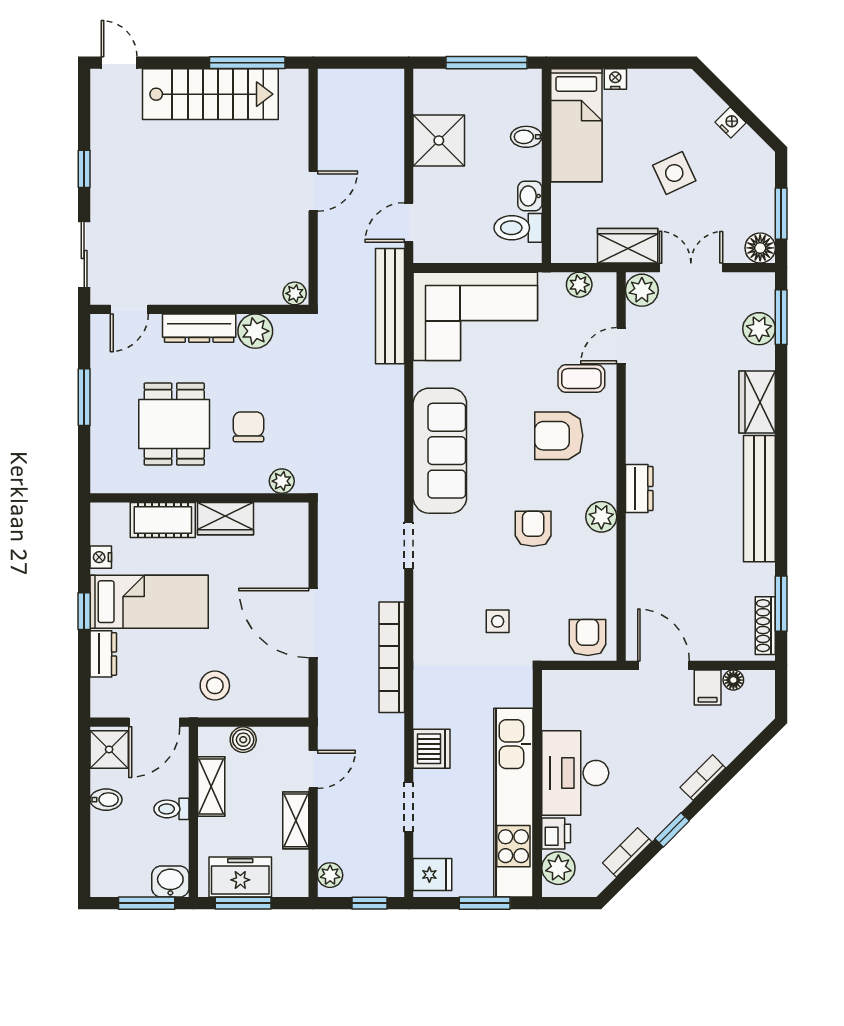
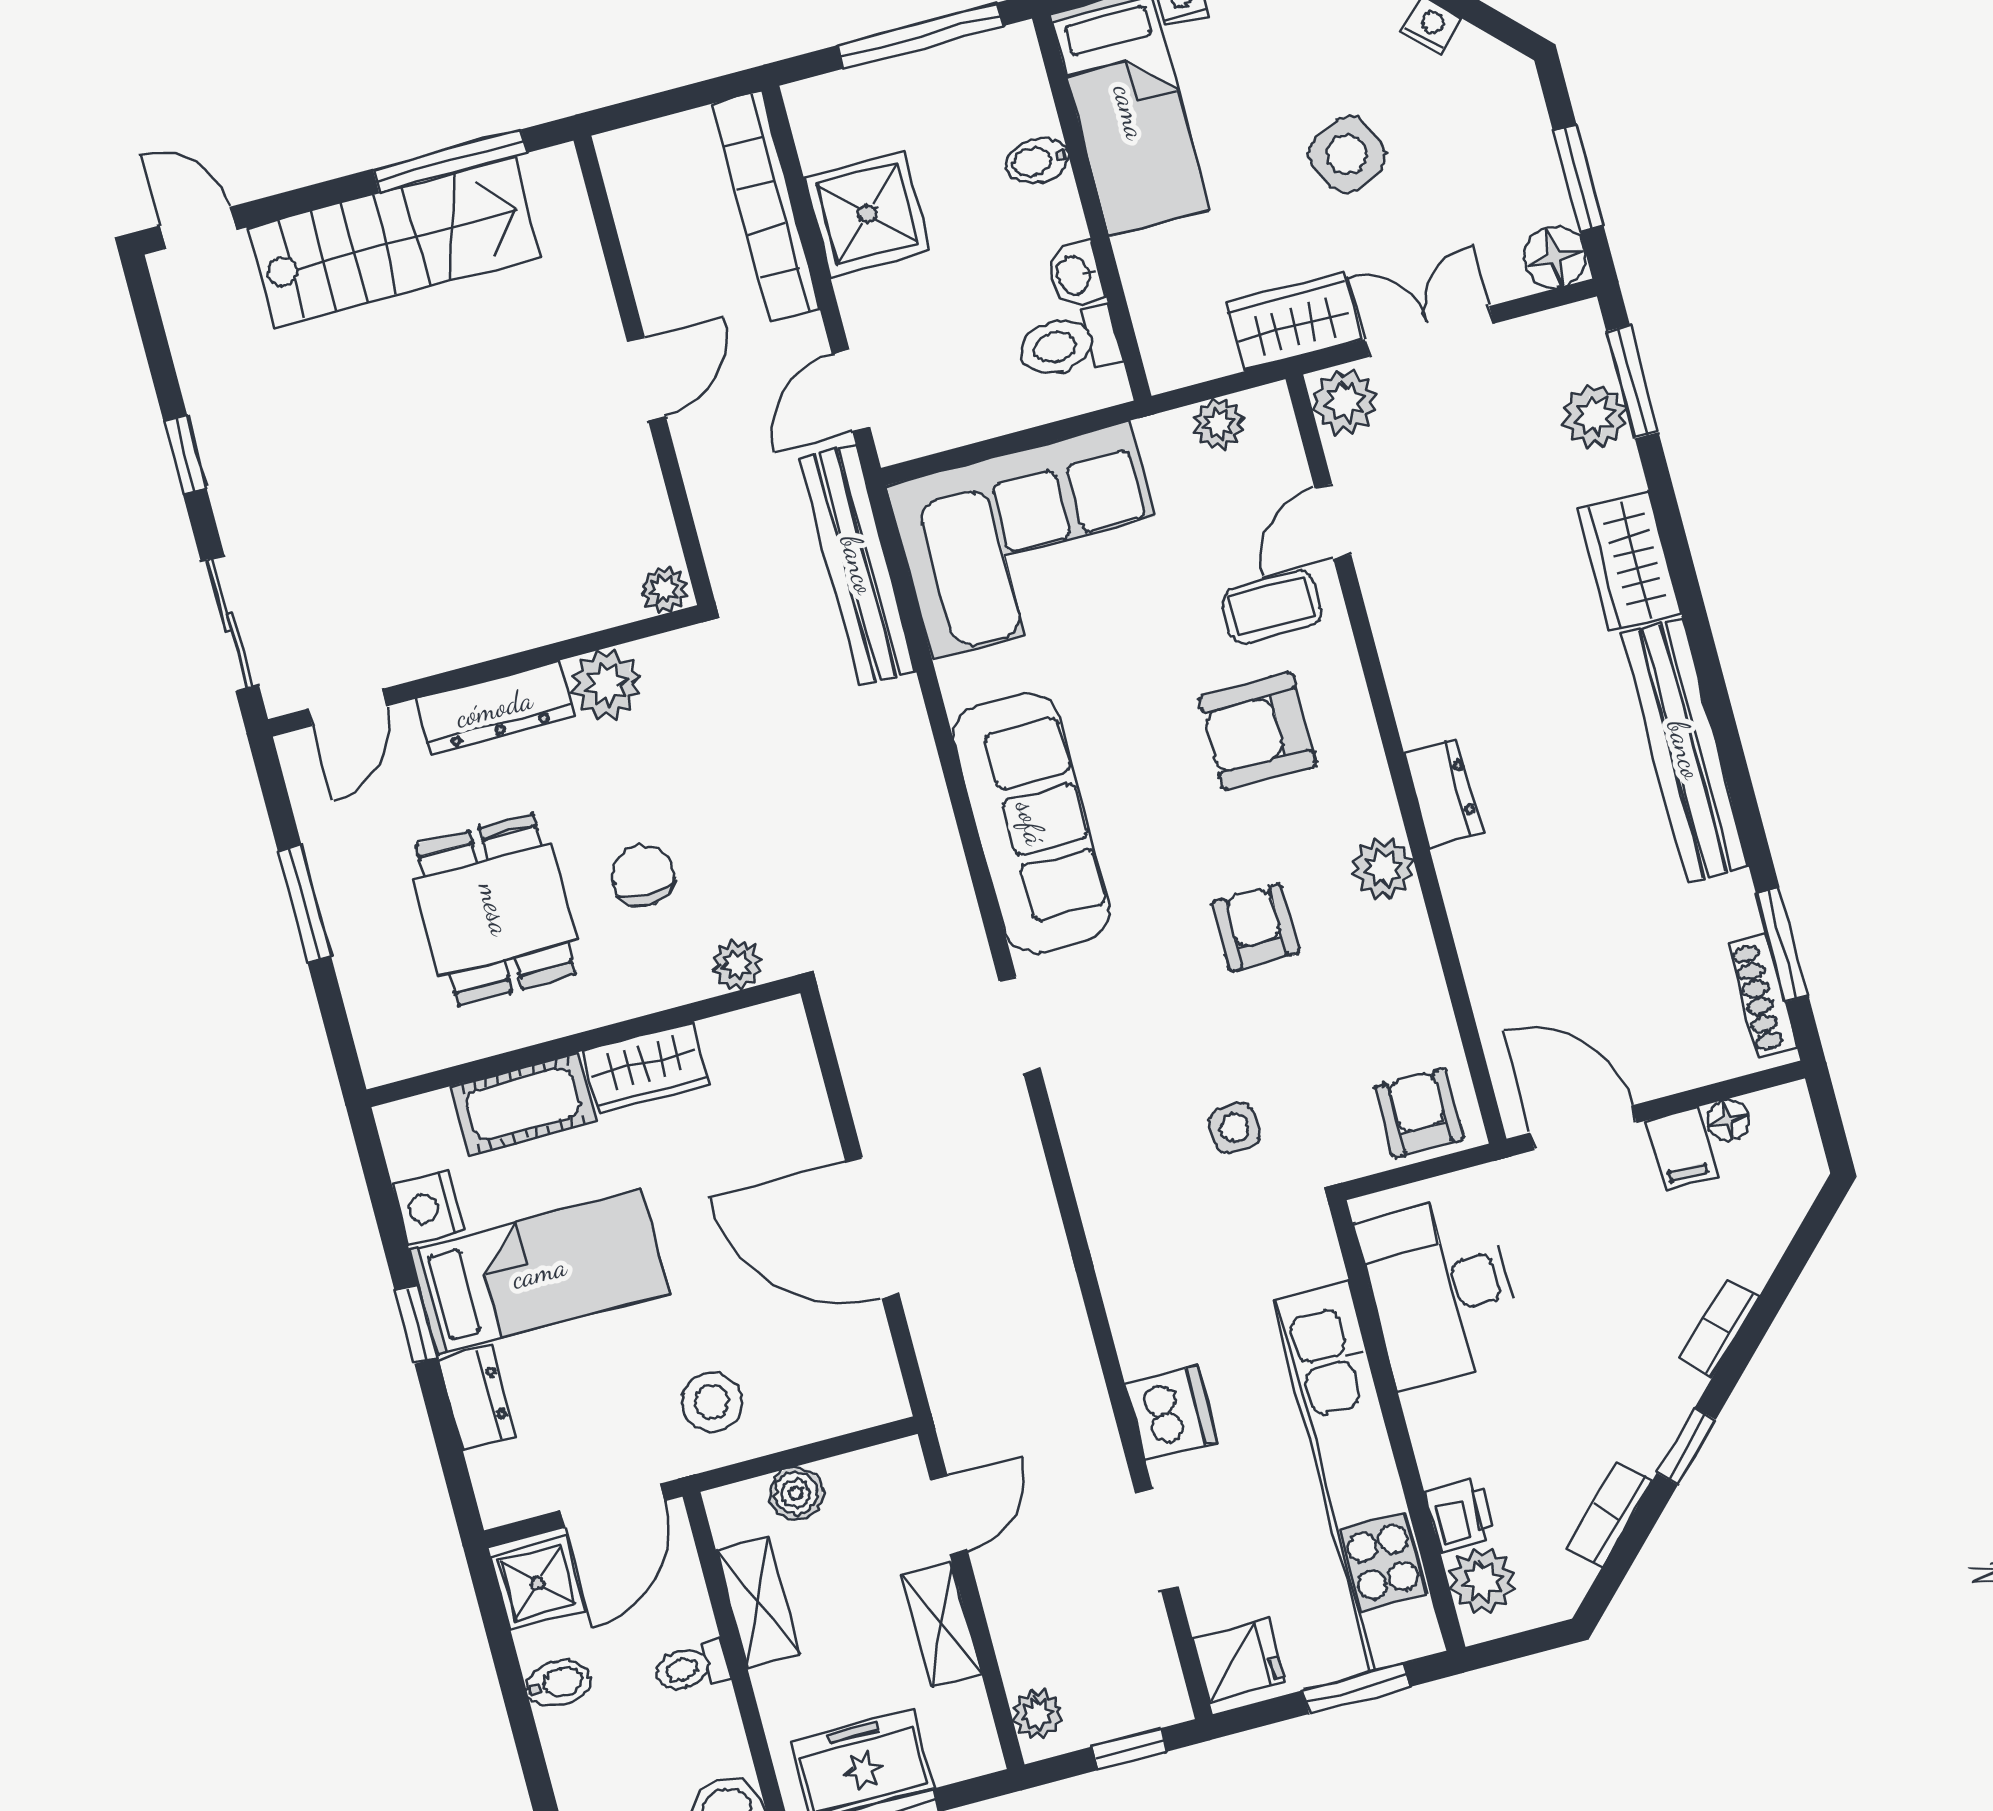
nightstand: (101, 557) -> (428, 1207), width x1.39, depth x1.35
bookcase: (392, 657) -> (766, 206), moved
desk: (575, 773) -> (1441, 1290), moved

